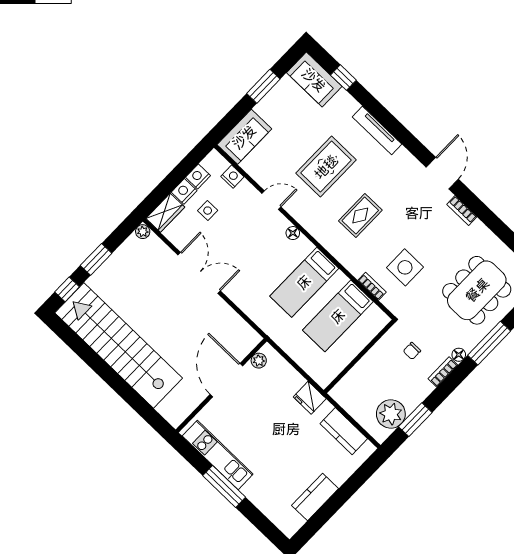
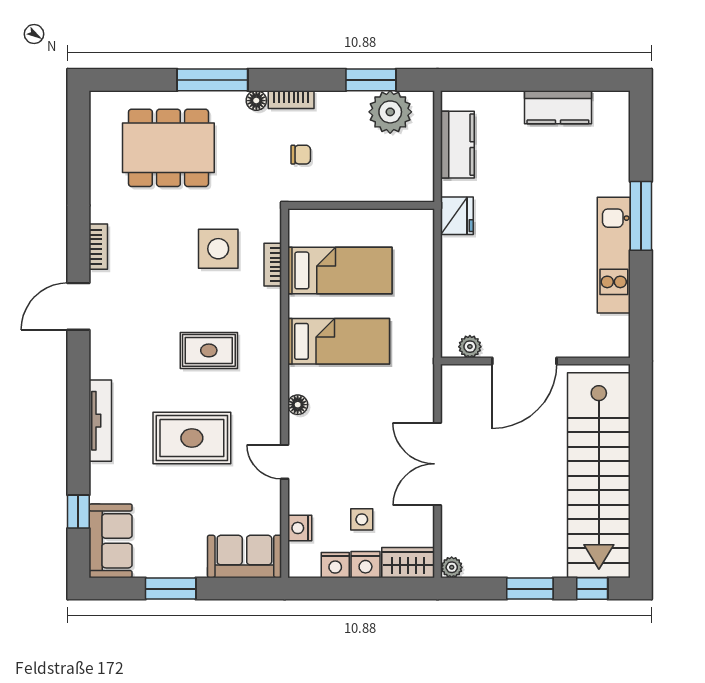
plant: (259, 361) -> (470, 347), moved
door: (226, 380) -> (524, 361), moved
wall: (221, 386) -> (535, 361), moved

